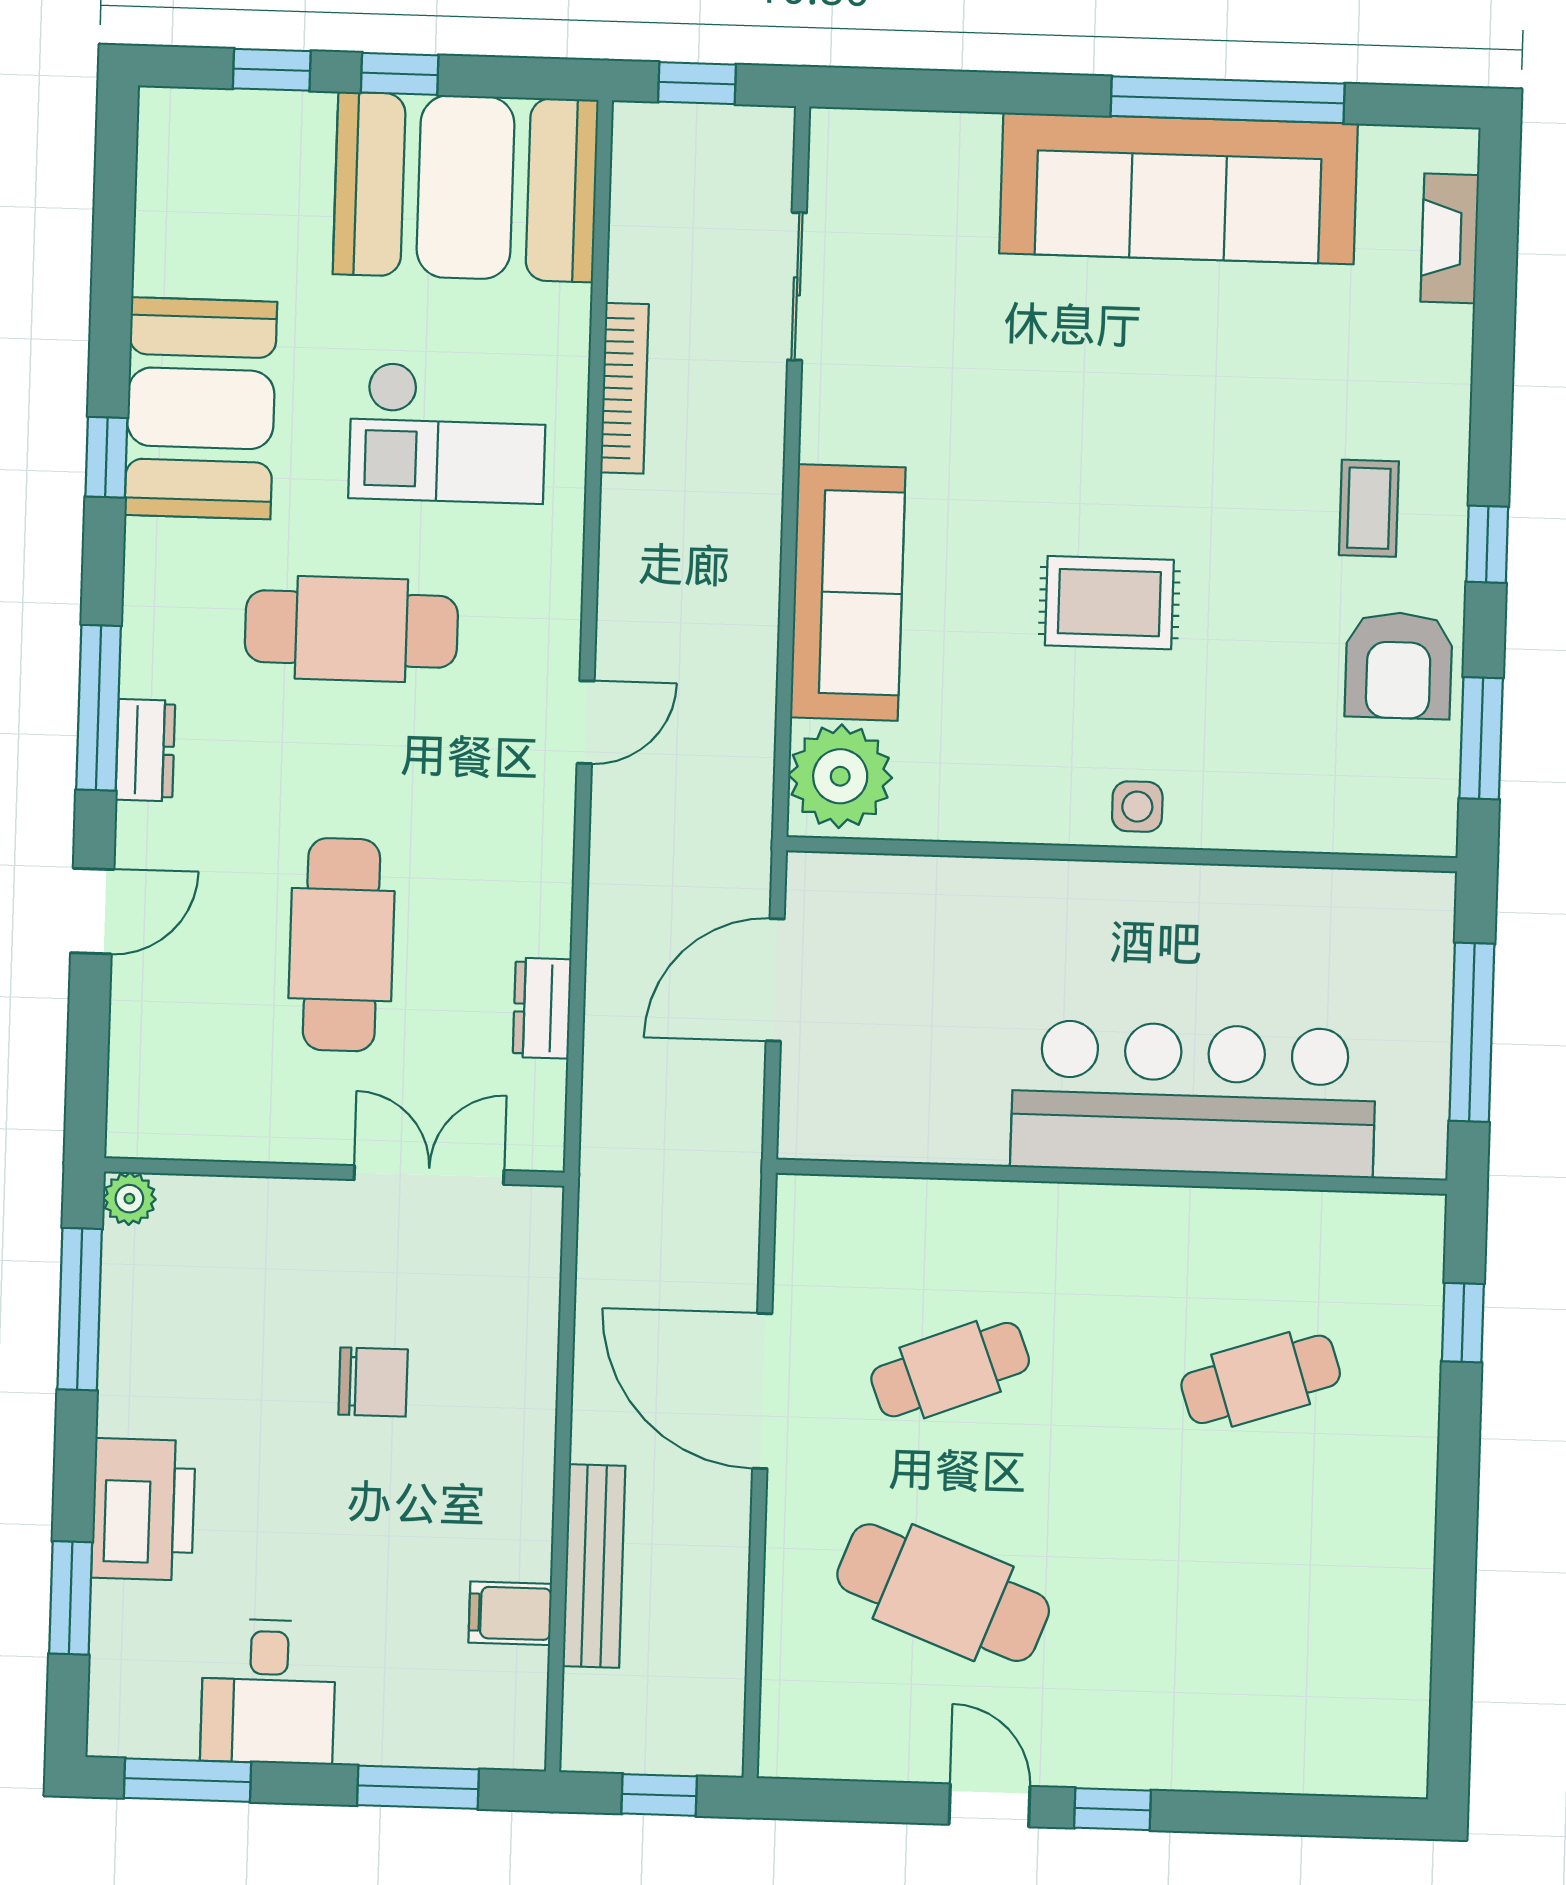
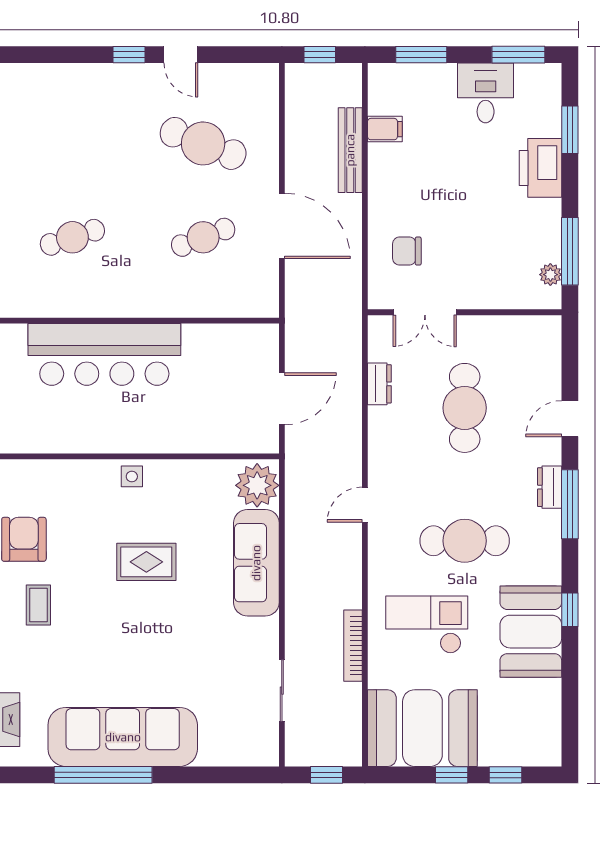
plant: (129, 1199) -> (550, 275), moved
chair: (373, 1382) -> (407, 251), moved

